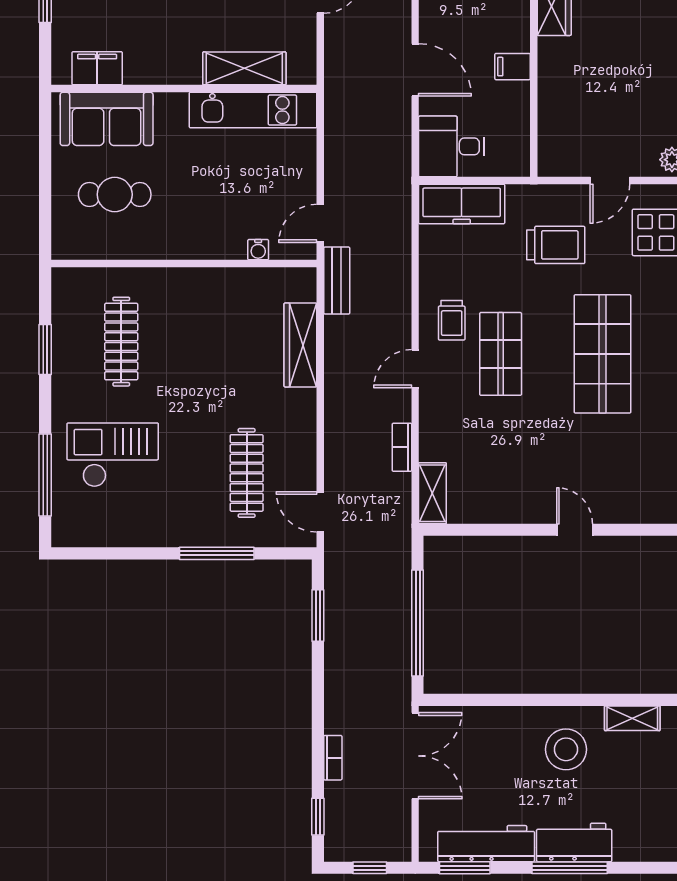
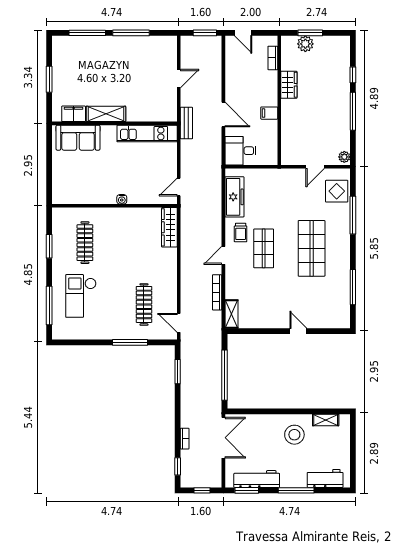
shelving: (244, 68) -> (106, 114), moved
cafe table: (115, 194) -> (82, 173), removed
freezer: (462, 204) -> (234, 197), moved, turned -90
trolley: (556, 245) -> (290, 197), removed
water cooler: (258, 250) -> (122, 199), moved
bench: (337, 281) -> (186, 123), moved
wardrobe: (300, 345) -> (169, 227), moved
bookcase: (402, 447) -> (217, 292), width x1.56
checkout: (113, 455) -> (81, 296), turned -90
workbench: (574, 842) -> (325, 478), moved

